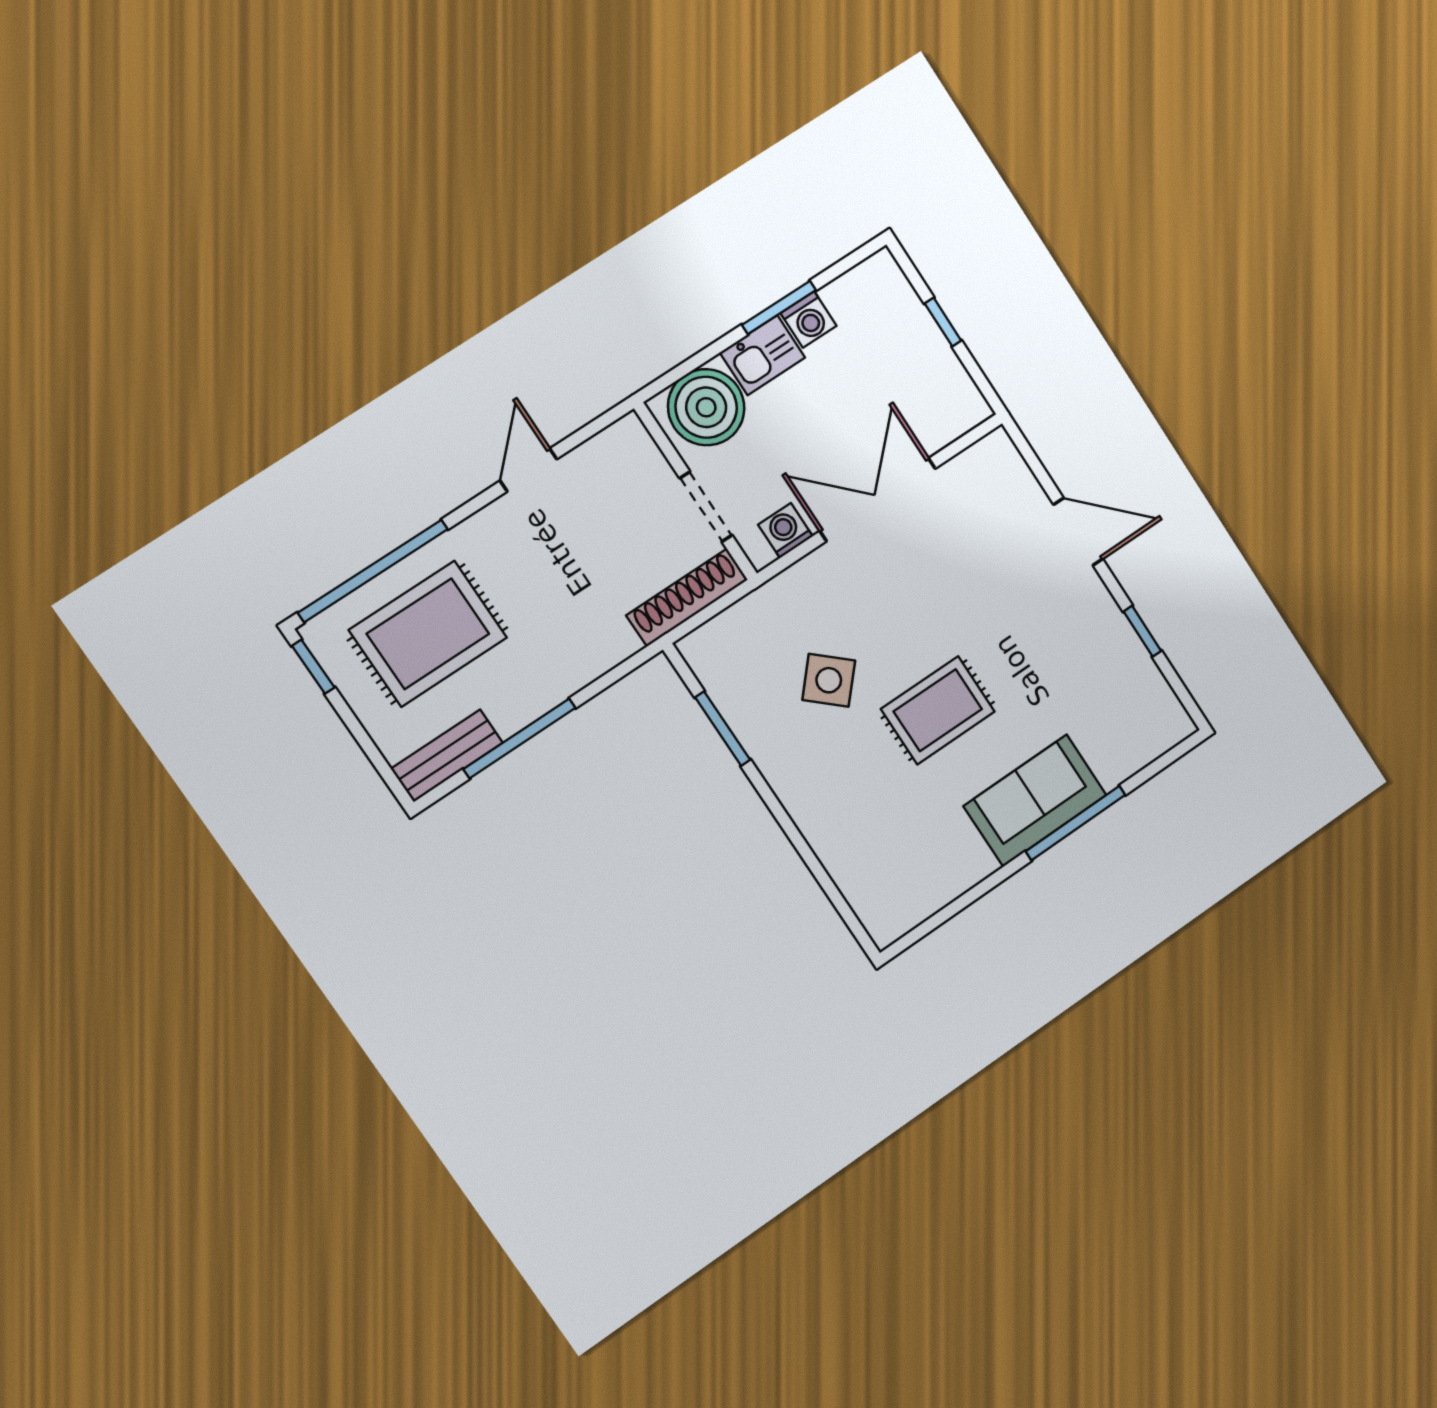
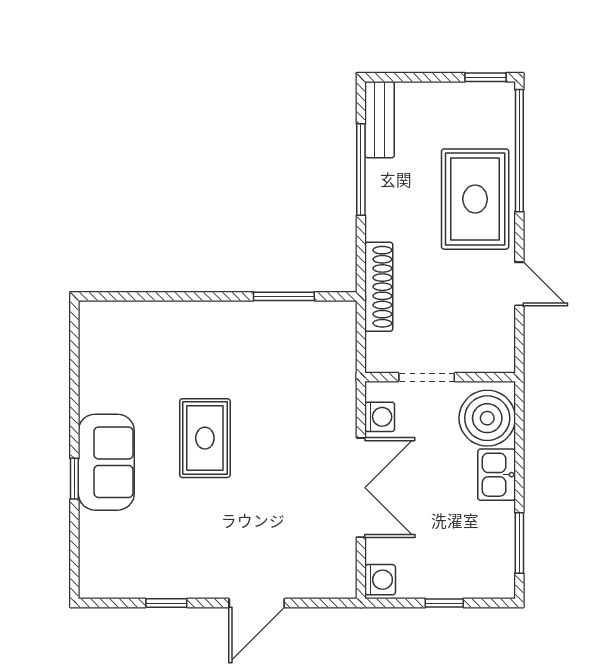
window: (779, 307) -> (519, 543), moved
washing machine: (808, 319) -> (380, 580), moved, turned 180
shoe rack: (687, 597) -> (379, 287), moved
rug: (428, 634) -> (475, 199), moved
side table: (829, 680) -> (270, 382), removed
window: (1076, 823) -> (74, 479), width x0.46

